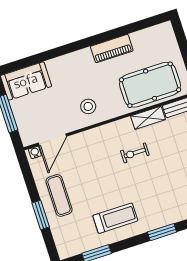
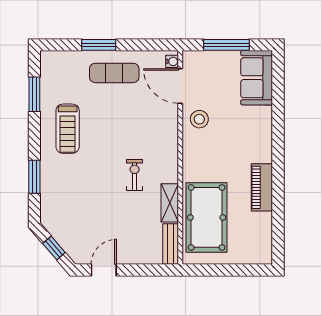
stool: (88, 106) -> (199, 119), moved

